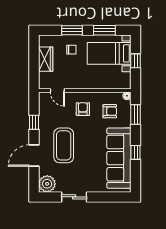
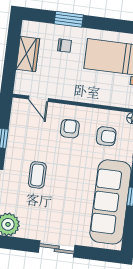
window: (104, 30) -> (113, 25), removed
coffee table: (64, 145) -> (37, 175), width x0.54, depth x0.58
sliding door: (74, 197) -> (57, 249), moved

